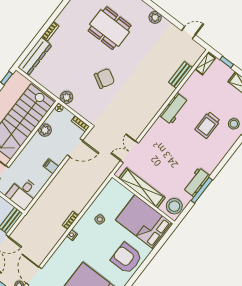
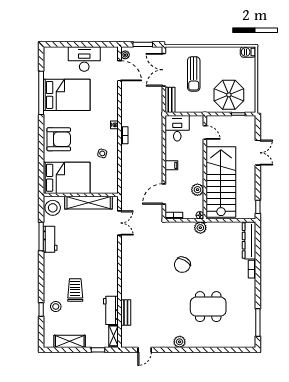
workbench: (174, 109) -> (111, 310), moved

